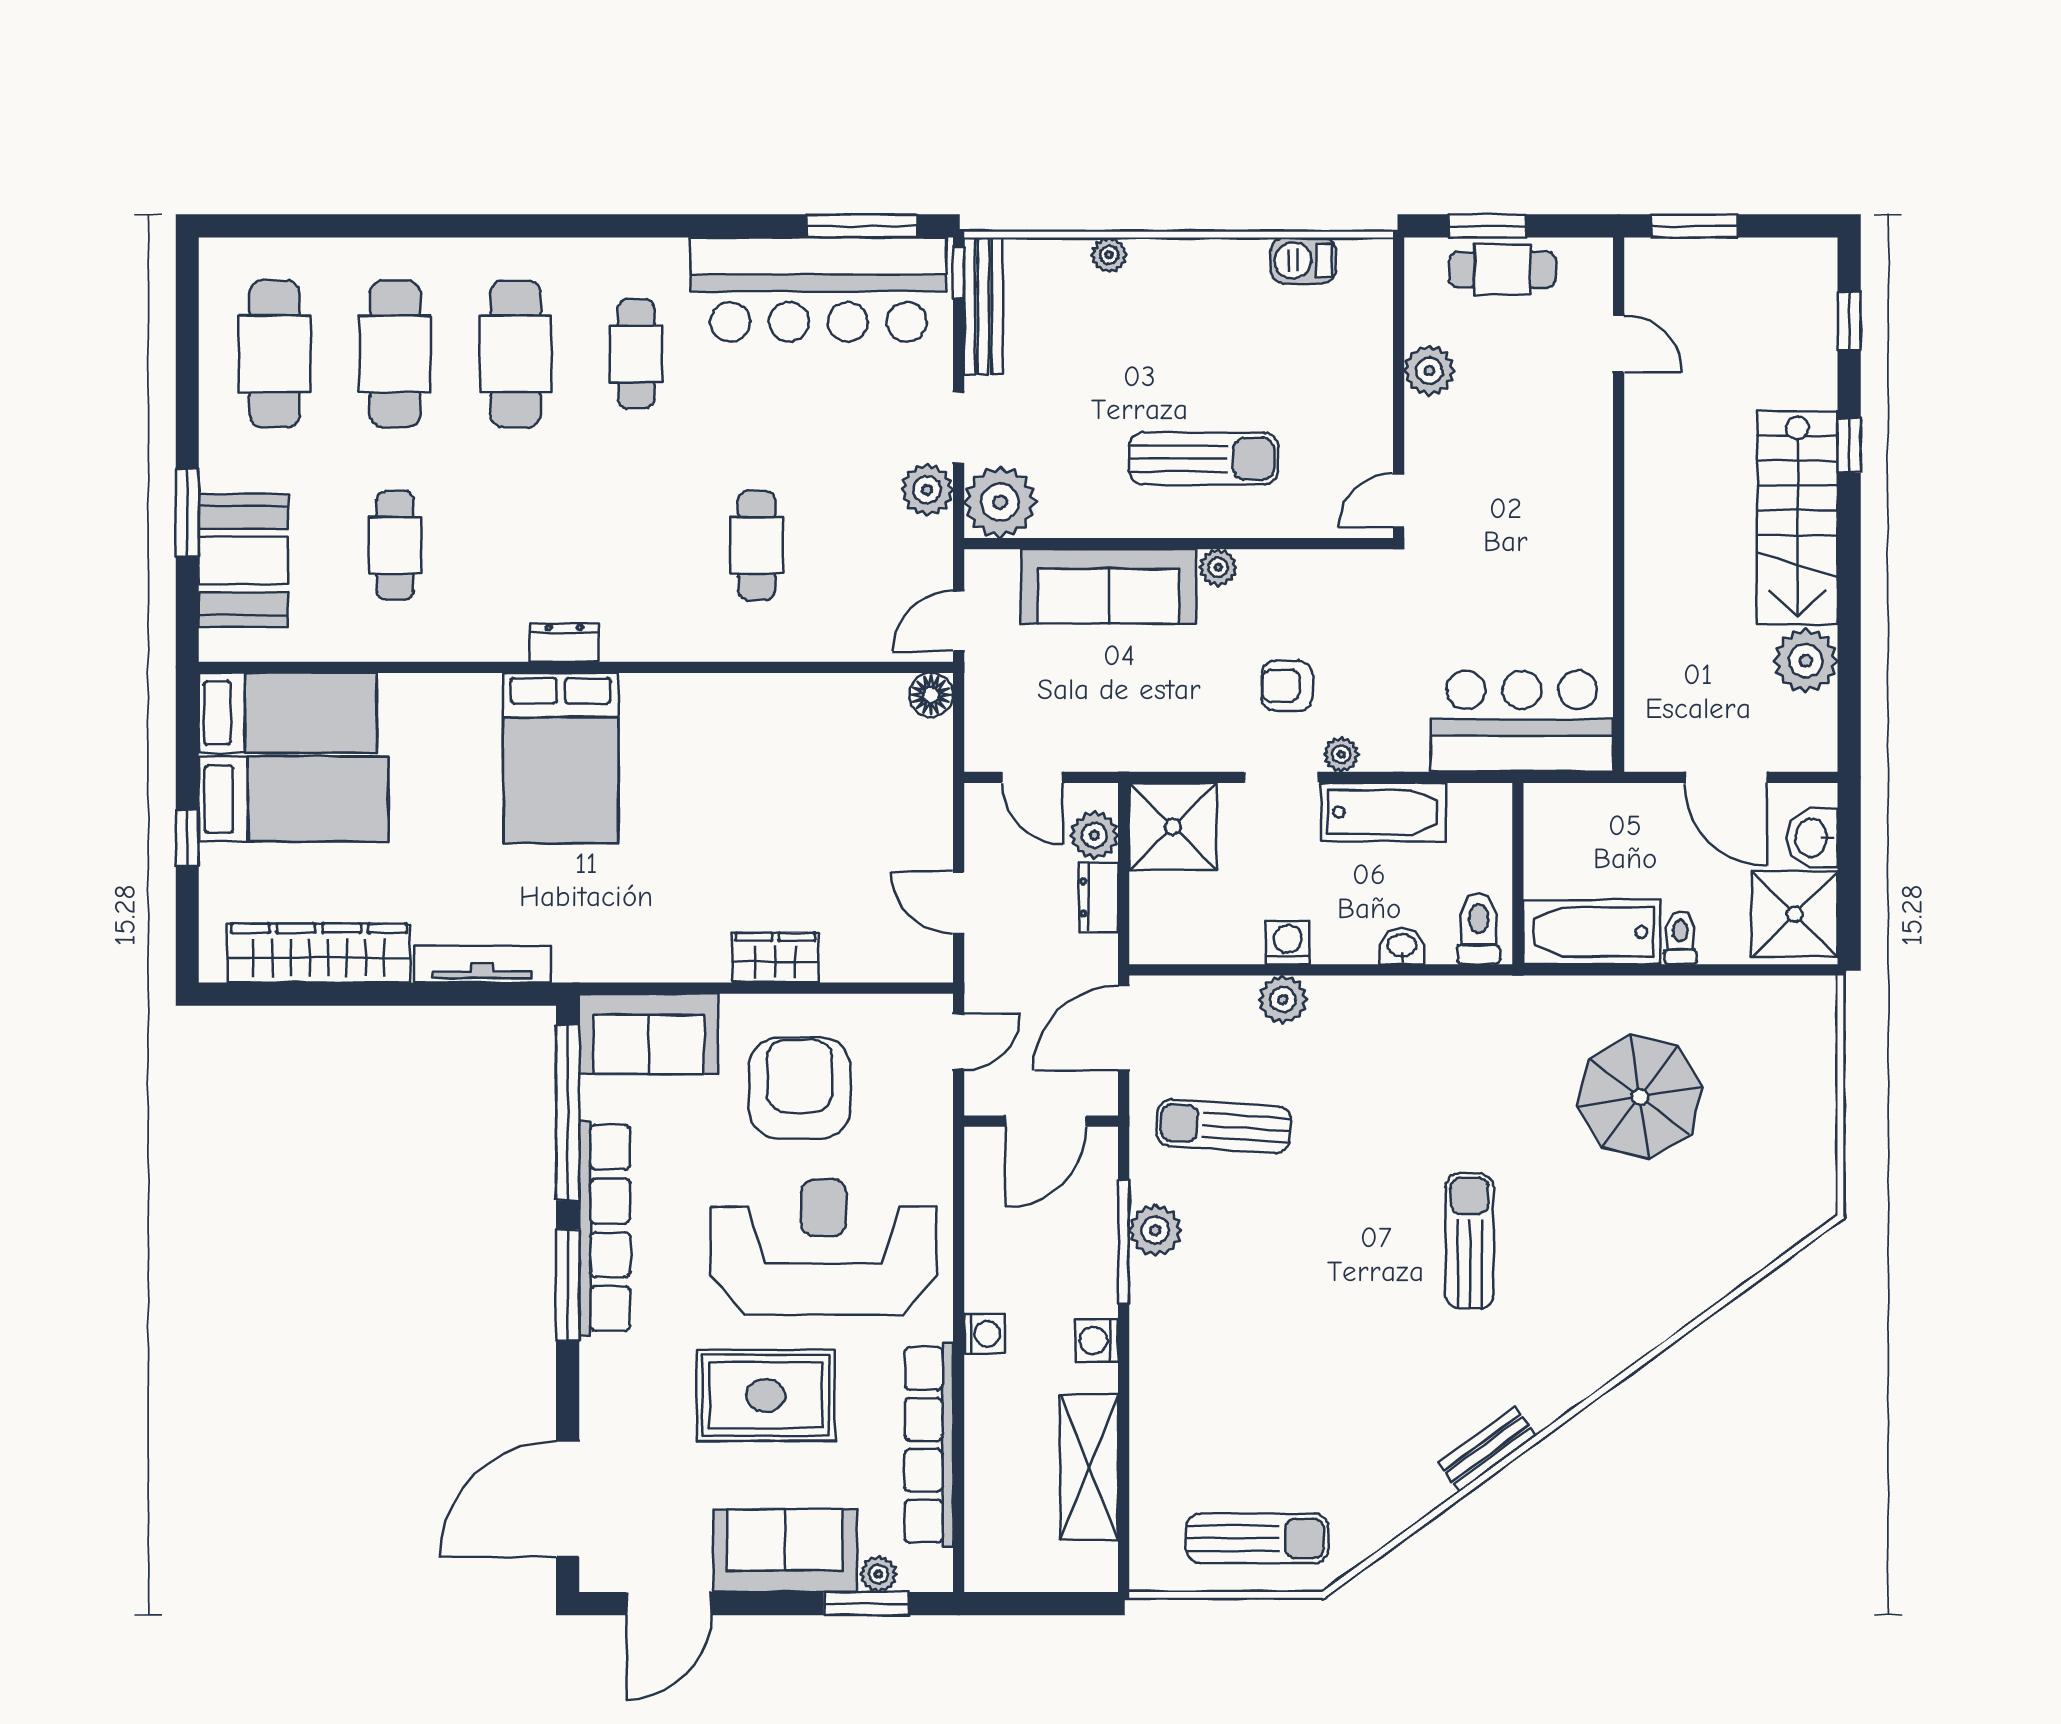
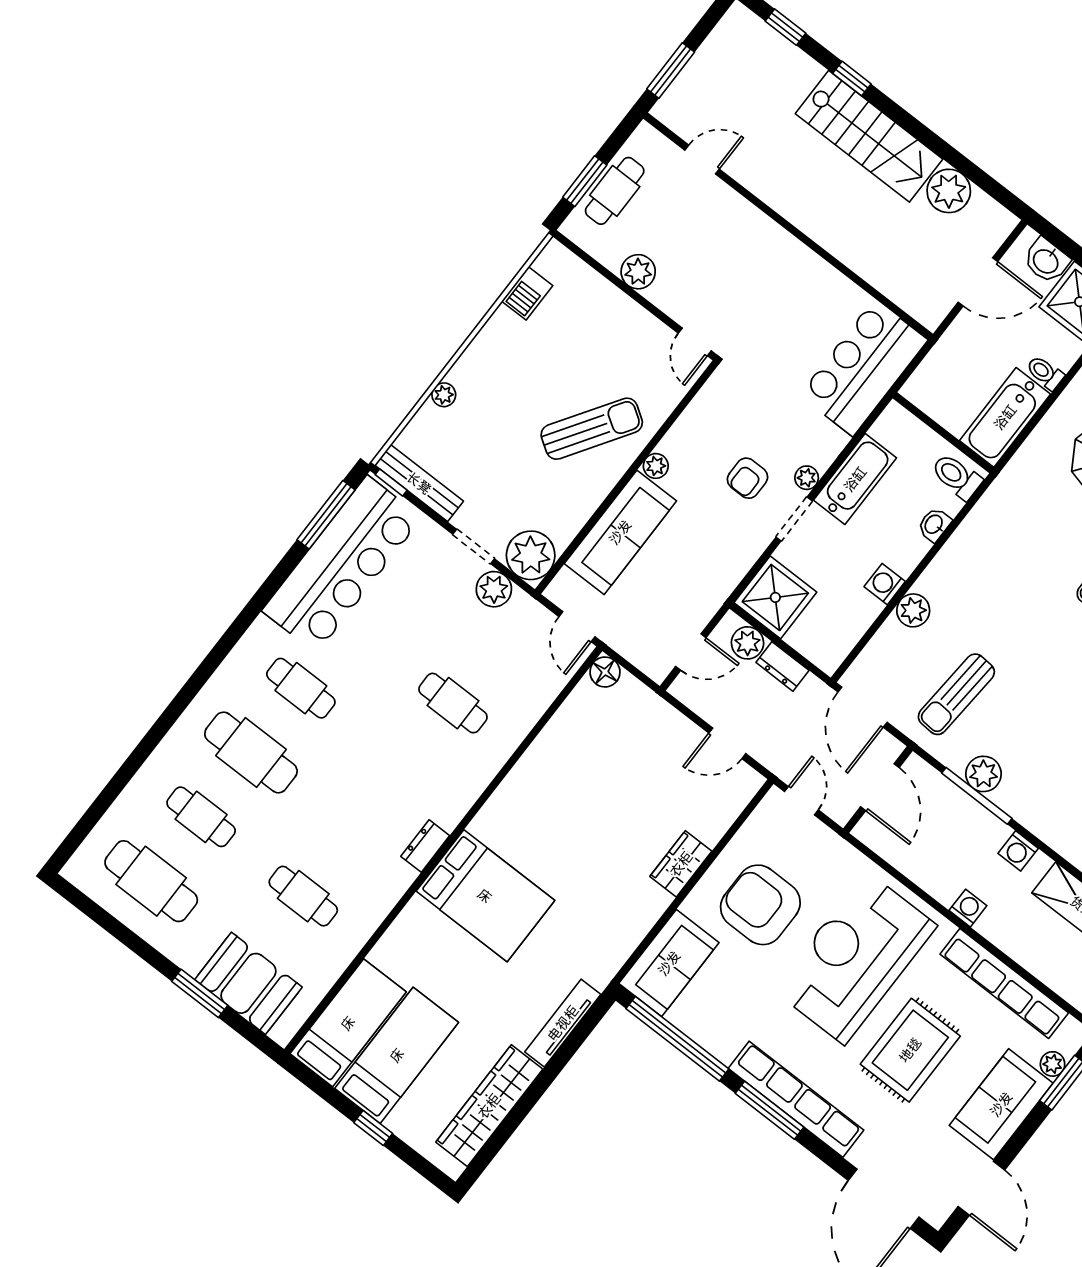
cafe table: (395, 354) -> (201, 817), width x0.73, depth x0.74
sun lounger: (1204, 459) -> (592, 429), turned 33
row of seats: (605, 1228) -> (796, 1099), moved

